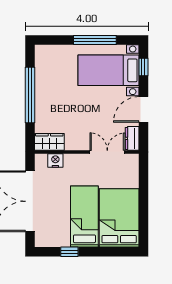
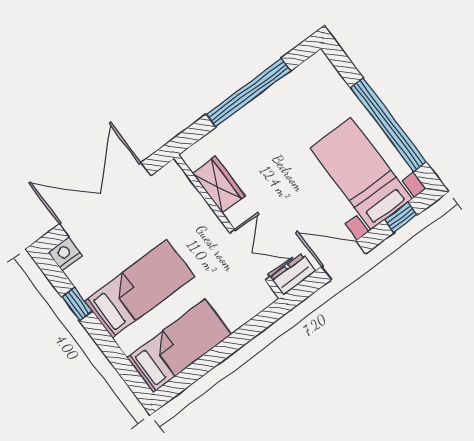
window: (95, 40) -> (388, 125), width x1.46
wardrobe: (49, 142) -> (219, 185), moved
nightstand: (55, 160) -> (65, 254), moved, turned -90
bed: (119, 218) -> (179, 346), width x0.67

